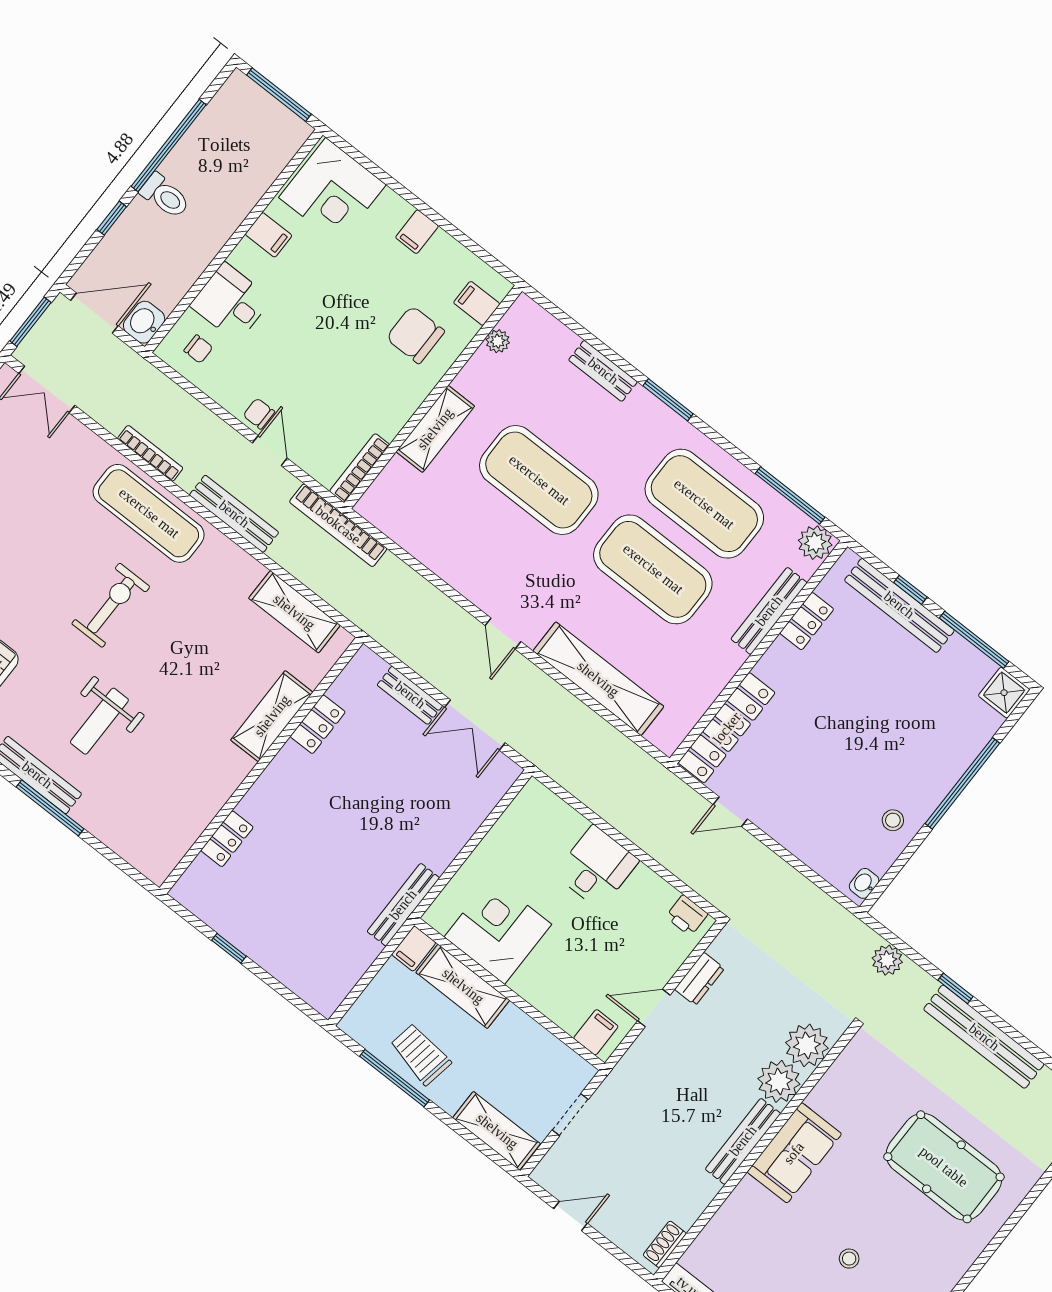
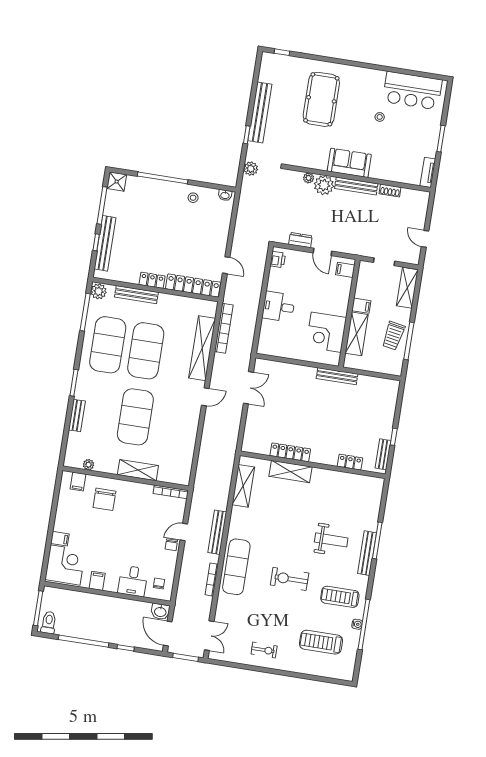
toilet: (165, 196) -> (49, 623), moved
filing cabinet: (417, 232) -> (60, 539), moved
bookcase: (338, 525) -> (224, 328), moved
exercise bike: (111, 605) -> (290, 579), moved
locker: (807, 621) -> (152, 280), moved
bench: (410, 695) -> (383, 454), moved
locker: (318, 724) -> (290, 452), width x1.53
filing cabinet: (414, 949) -> (361, 306), moved
plant: (807, 1045) -> (309, 178), width x0.53, depth x0.53
shoe rack: (665, 1244) -> (390, 191), moved

